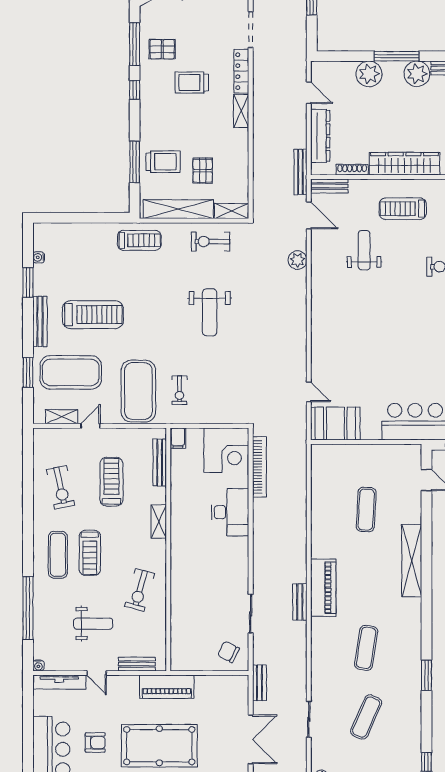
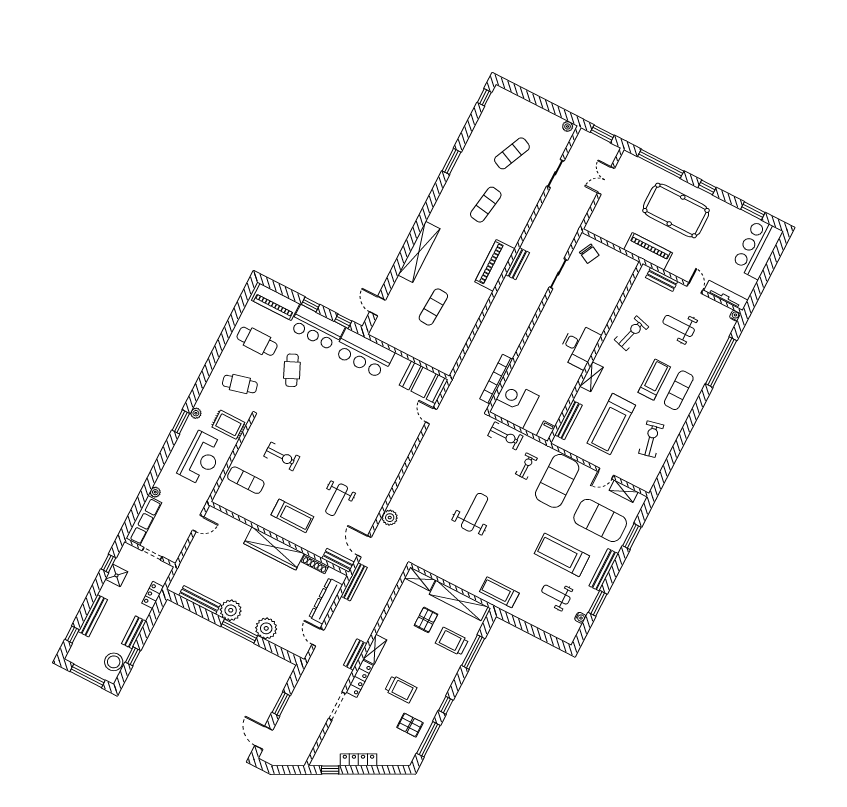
exercise bike: (211, 242) -> (505, 436), moved
weight bench: (77, 269) -> (556, 595), added
treadmill: (111, 482) -> (611, 424), width x1.37, depth x1.38
desk: (230, 512) -> (579, 346), moved, turned 180
bench: (259, 683) -> (355, 654), moved
double door: (251, 739) -> (606, 181), width x0.73
armchair: (95, 743) -> (722, 237), removed

